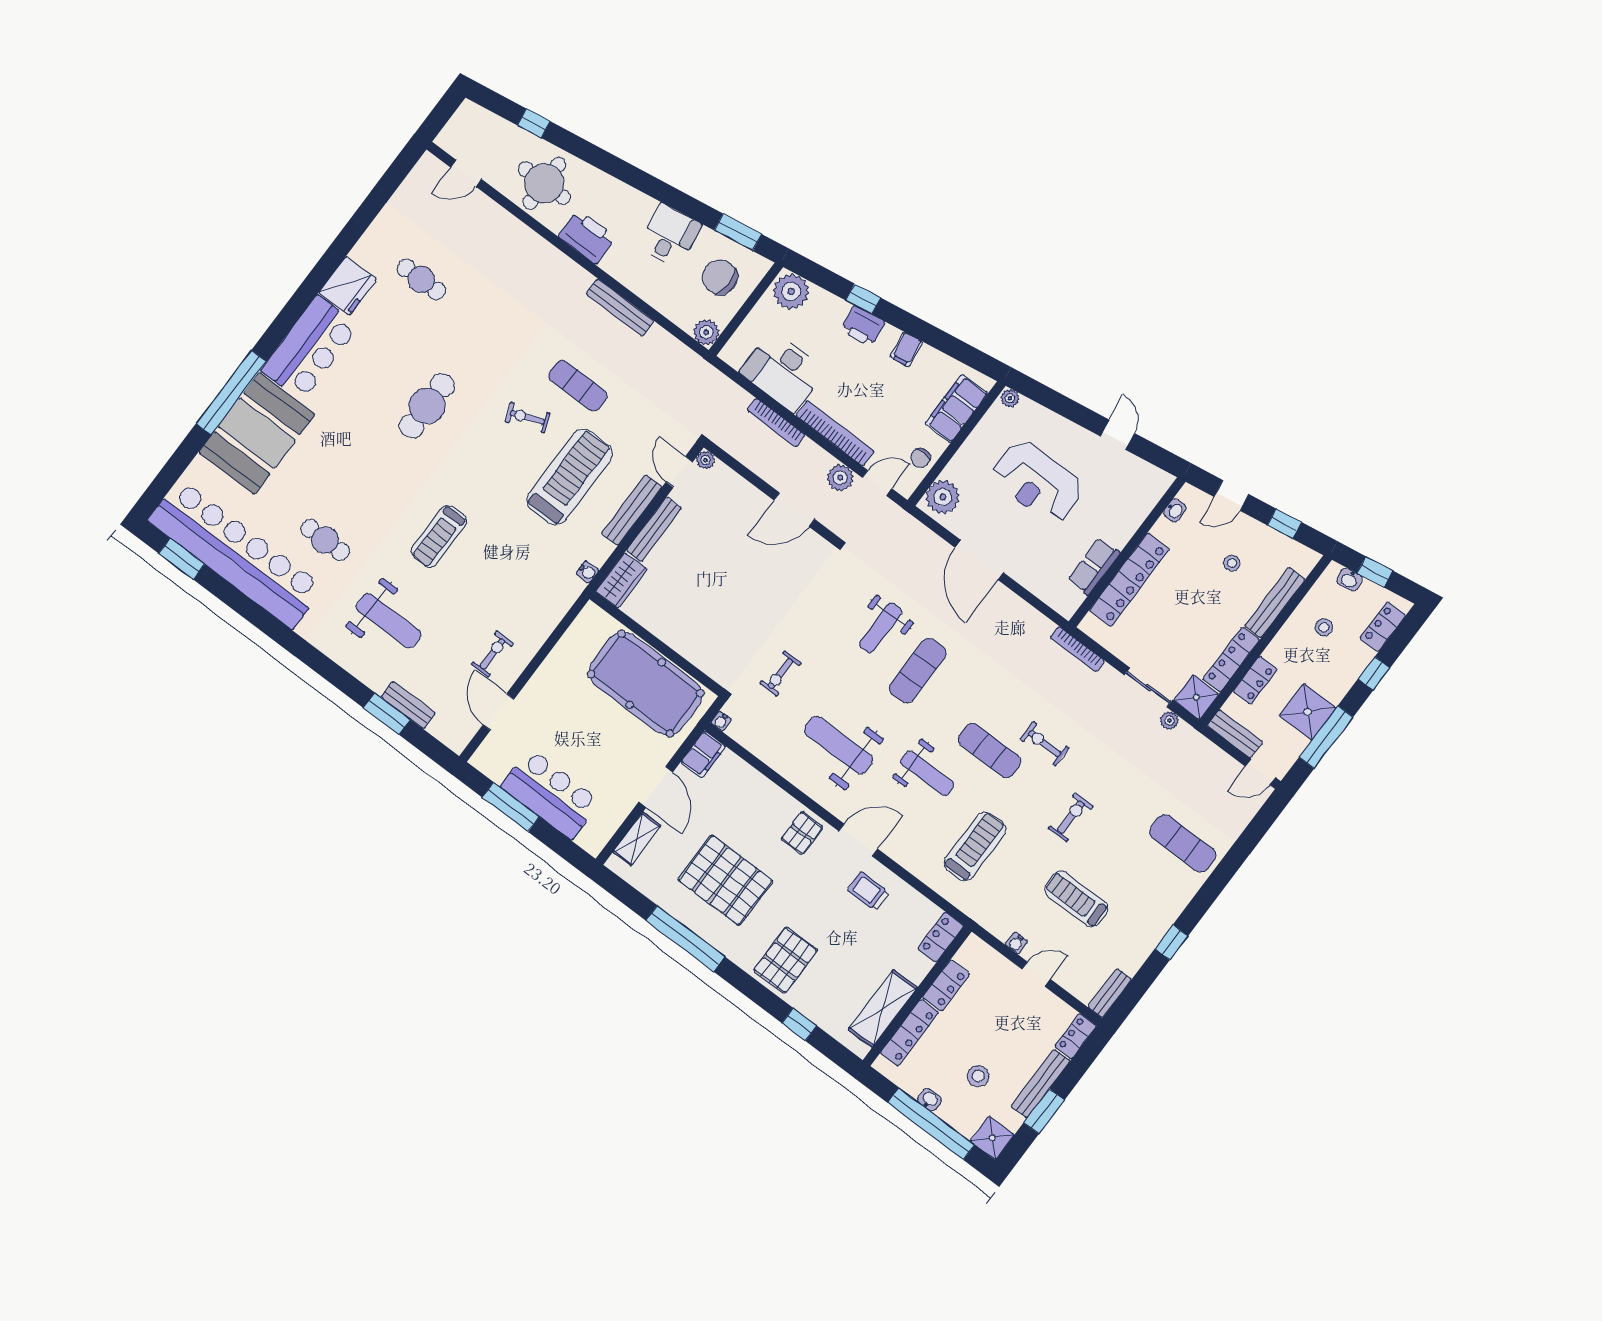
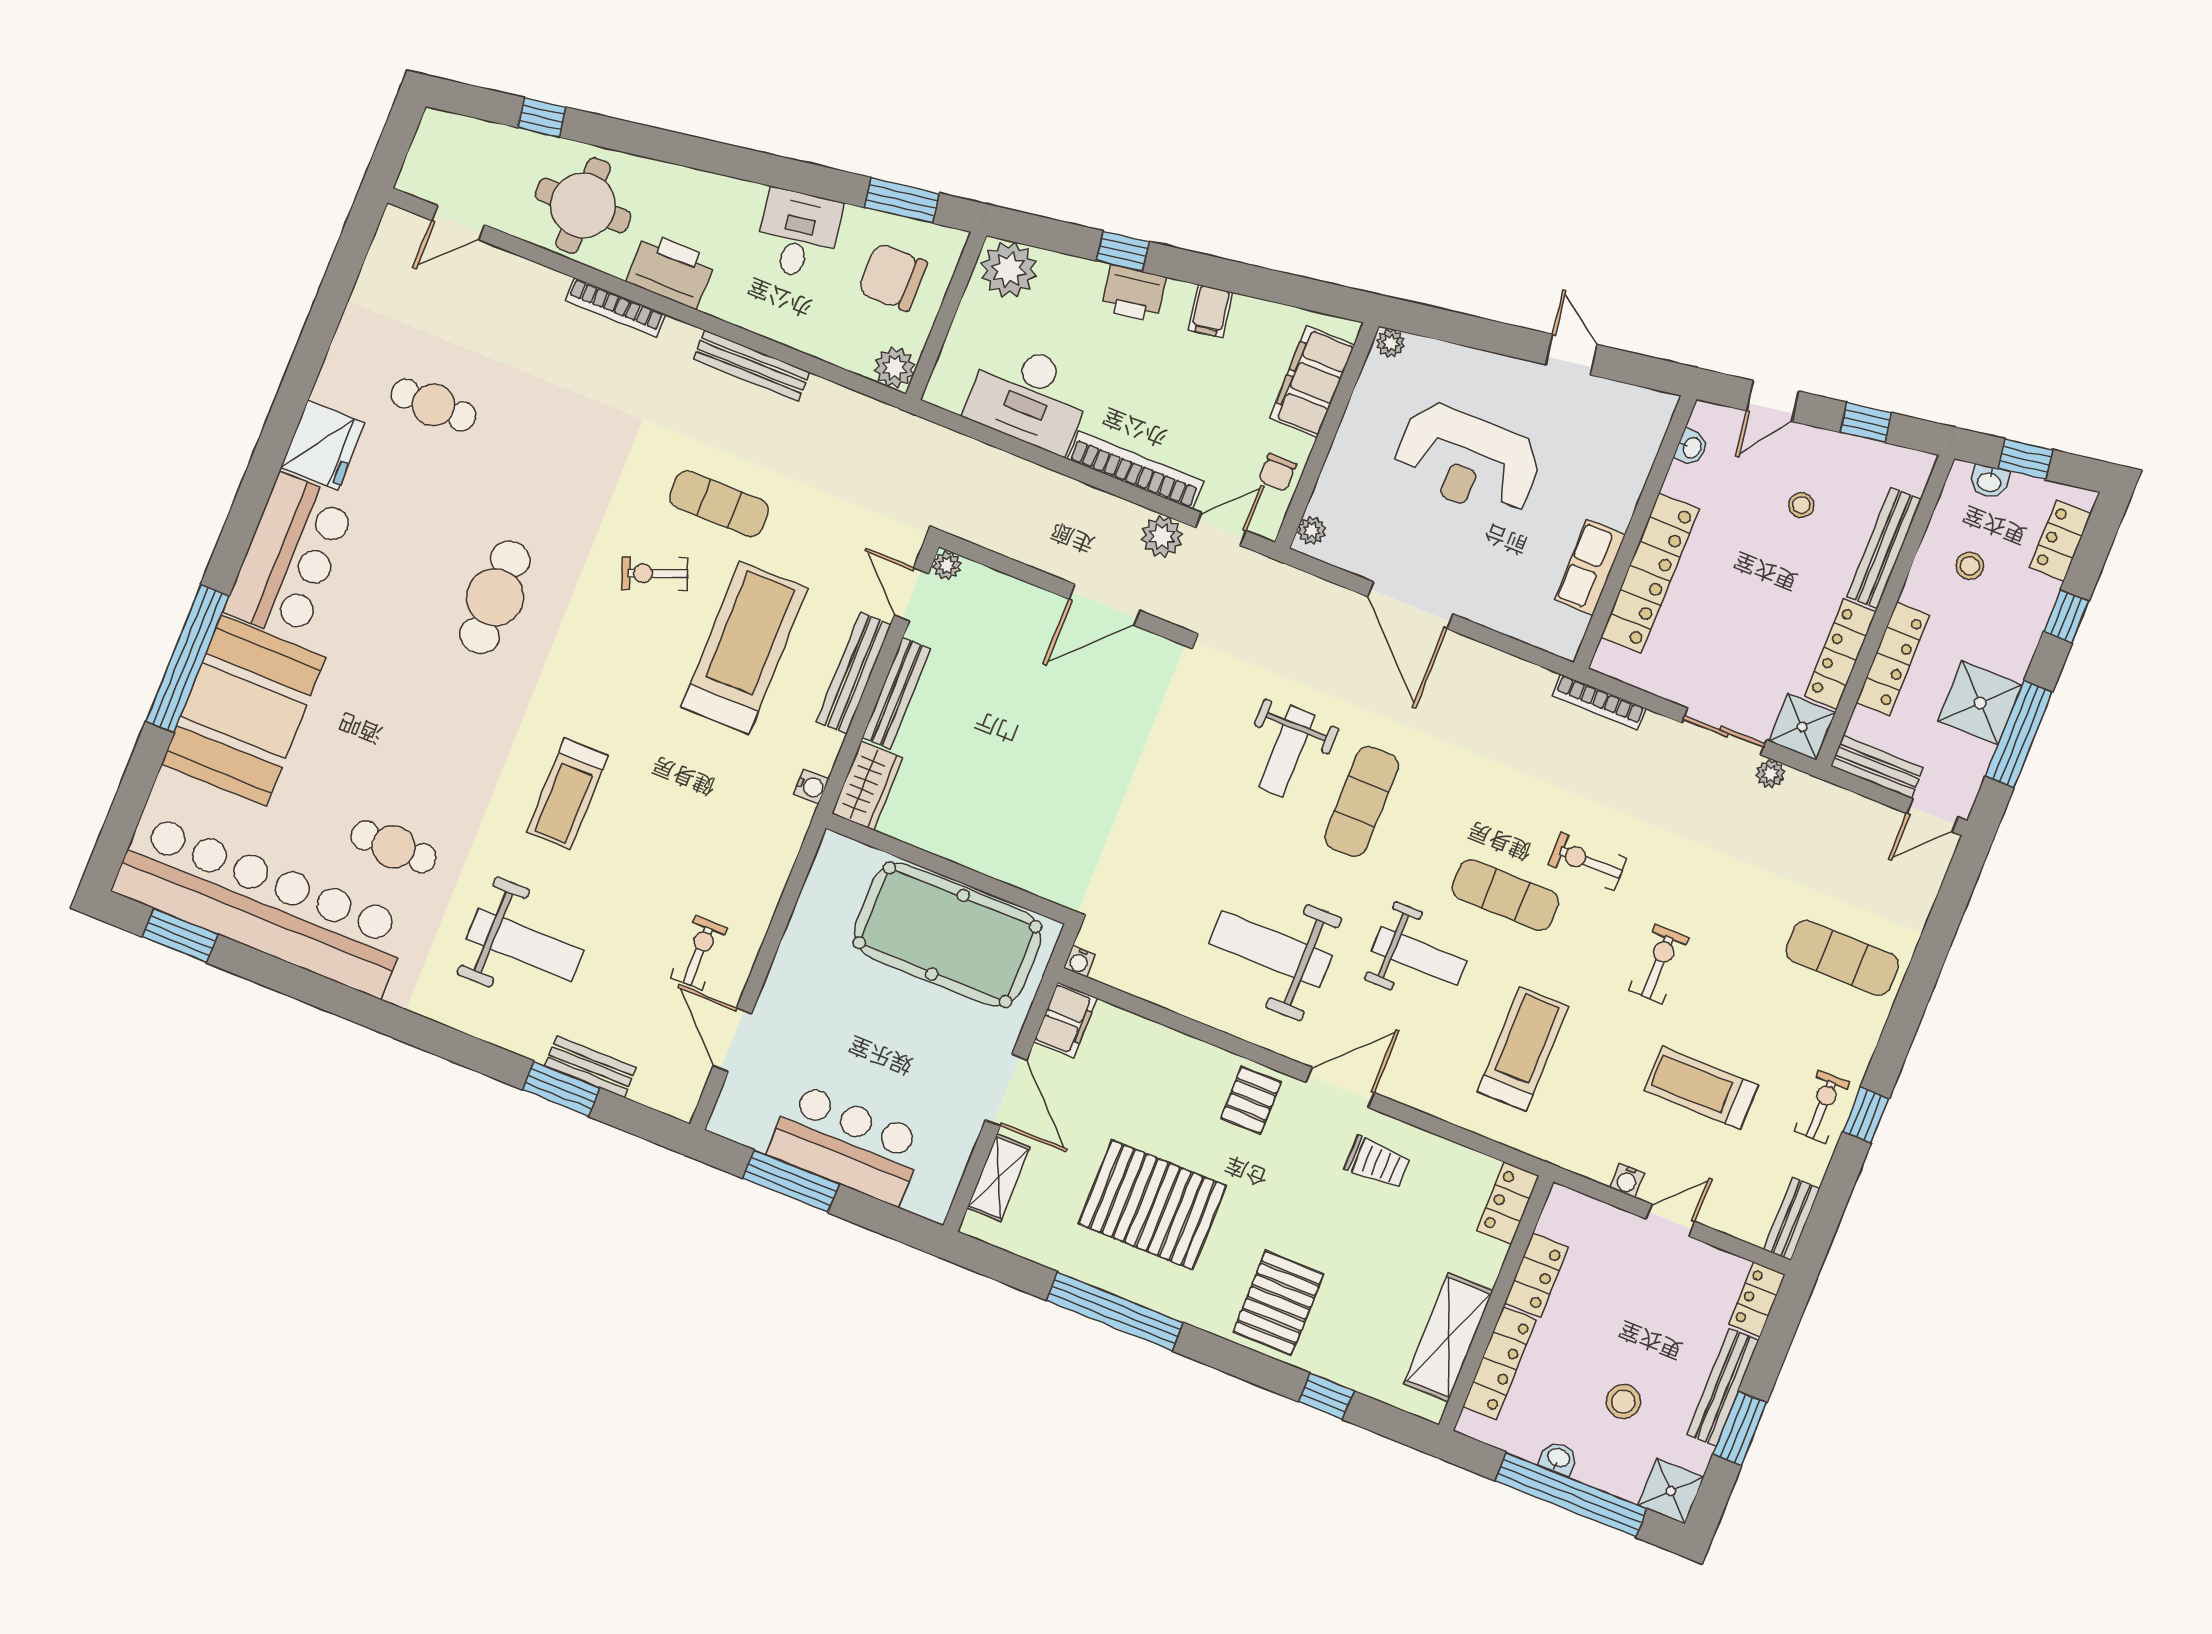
bookcase: (776, 423) -> (615, 307), moved
plant: (943, 497) -> (1312, 531), width x0.53, depth x0.53
exercise bike: (780, 674) -> (1822, 1107), moved, turned 180
locker: (1255, 680) -> (1893, 659), width x1.53
trolley: (868, 891) -> (1377, 1163), turned 180

